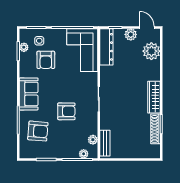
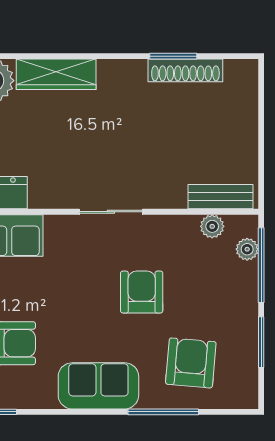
wardrobe: (154, 97) -> (56, 74), moved

